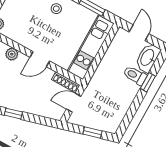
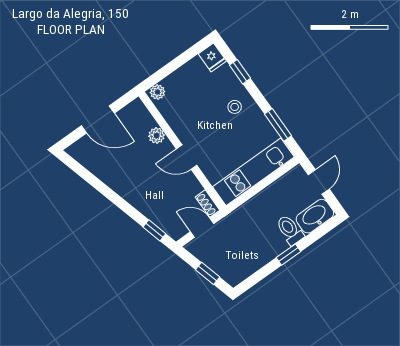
shoe rack: (66, 82) -> (207, 204), width x0.70
window: (148, 82) -> (288, 255), moved
window: (13, 114) -> (154, 230), moved

